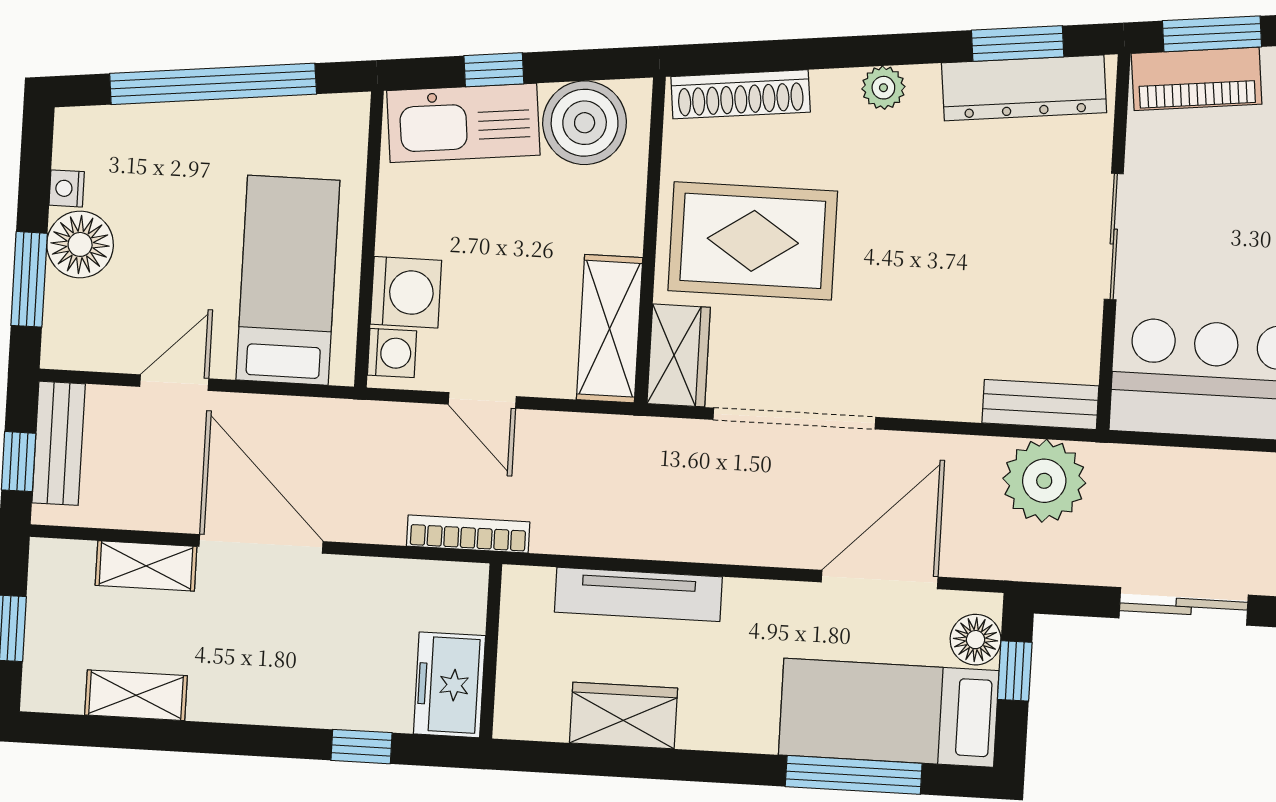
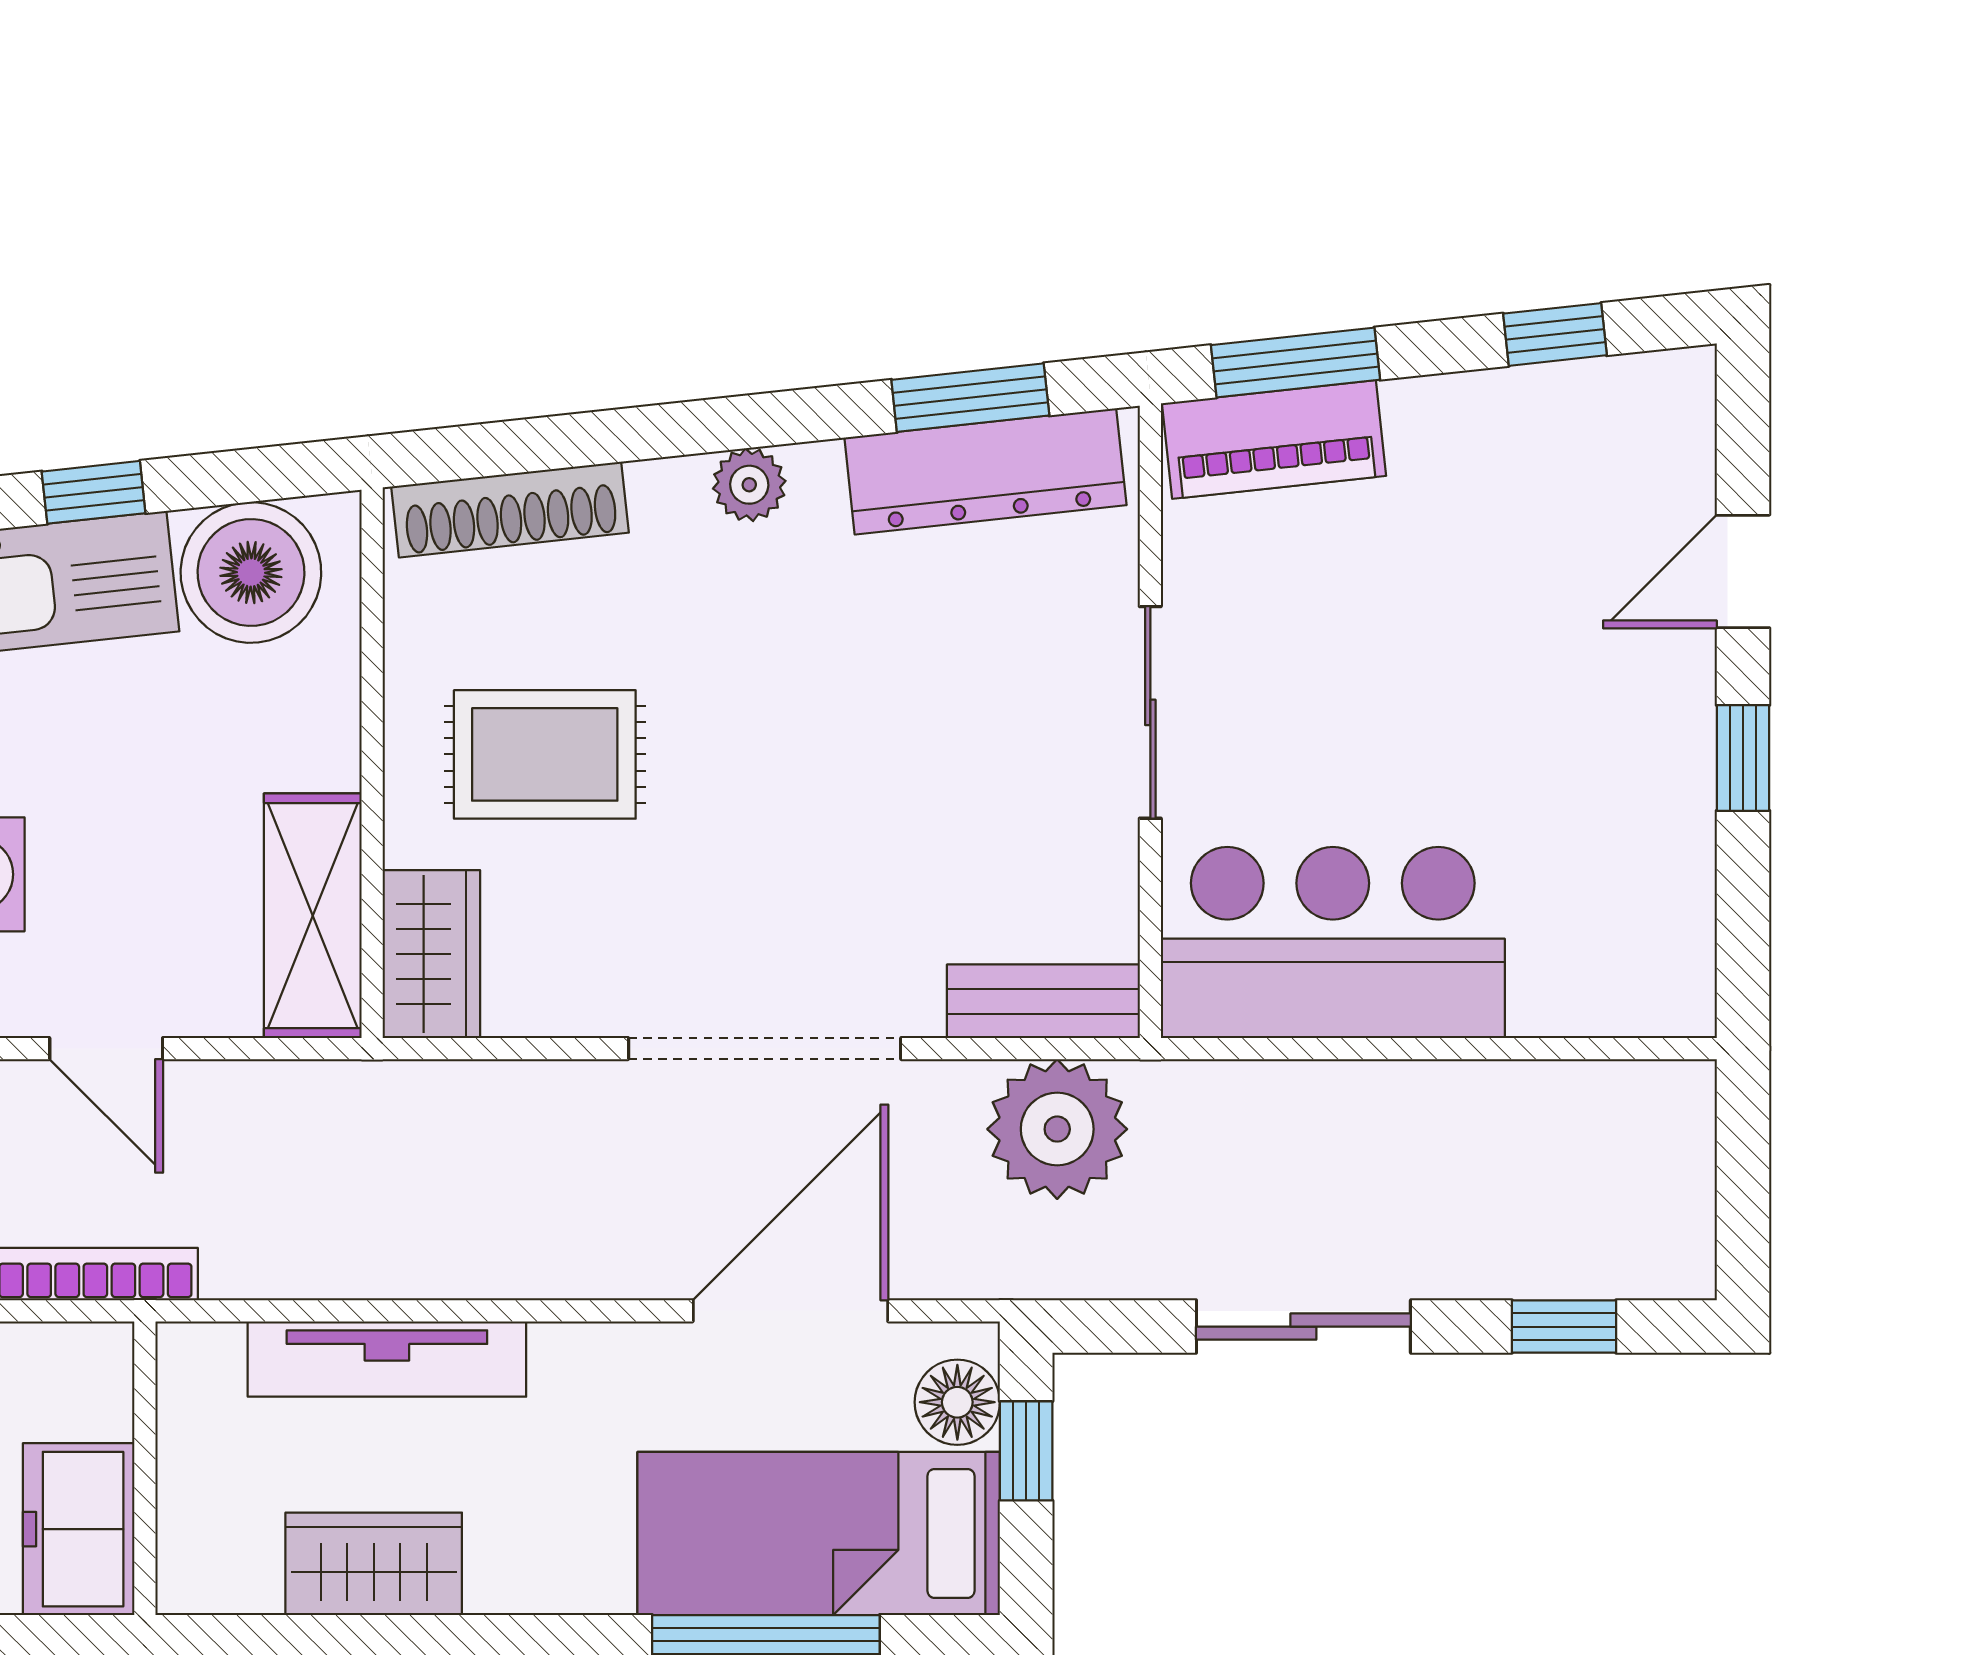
rug: (753, 241) -> (545, 754), width x0.73, depth x0.70
doorway: (794, 418) -> (765, 1049), moved

